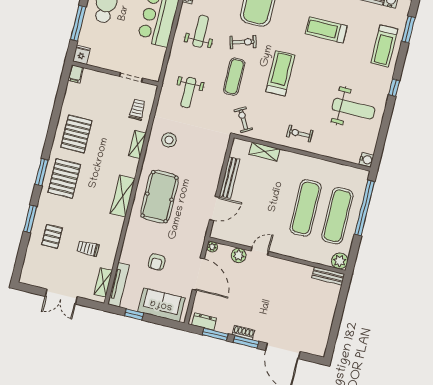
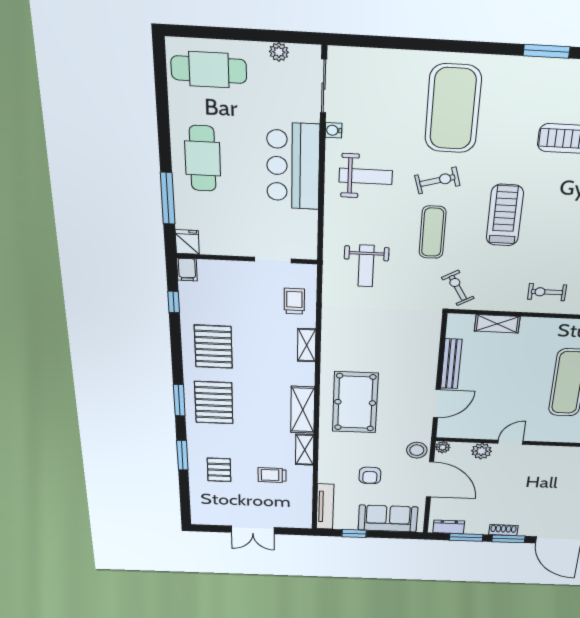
weight bench: (201, 31) -> (366, 176), turned 90
window: (60, 96) -> (174, 302), added
stool: (169, 140) -> (417, 450), moved
shelving: (103, 282) -> (305, 450), moved

